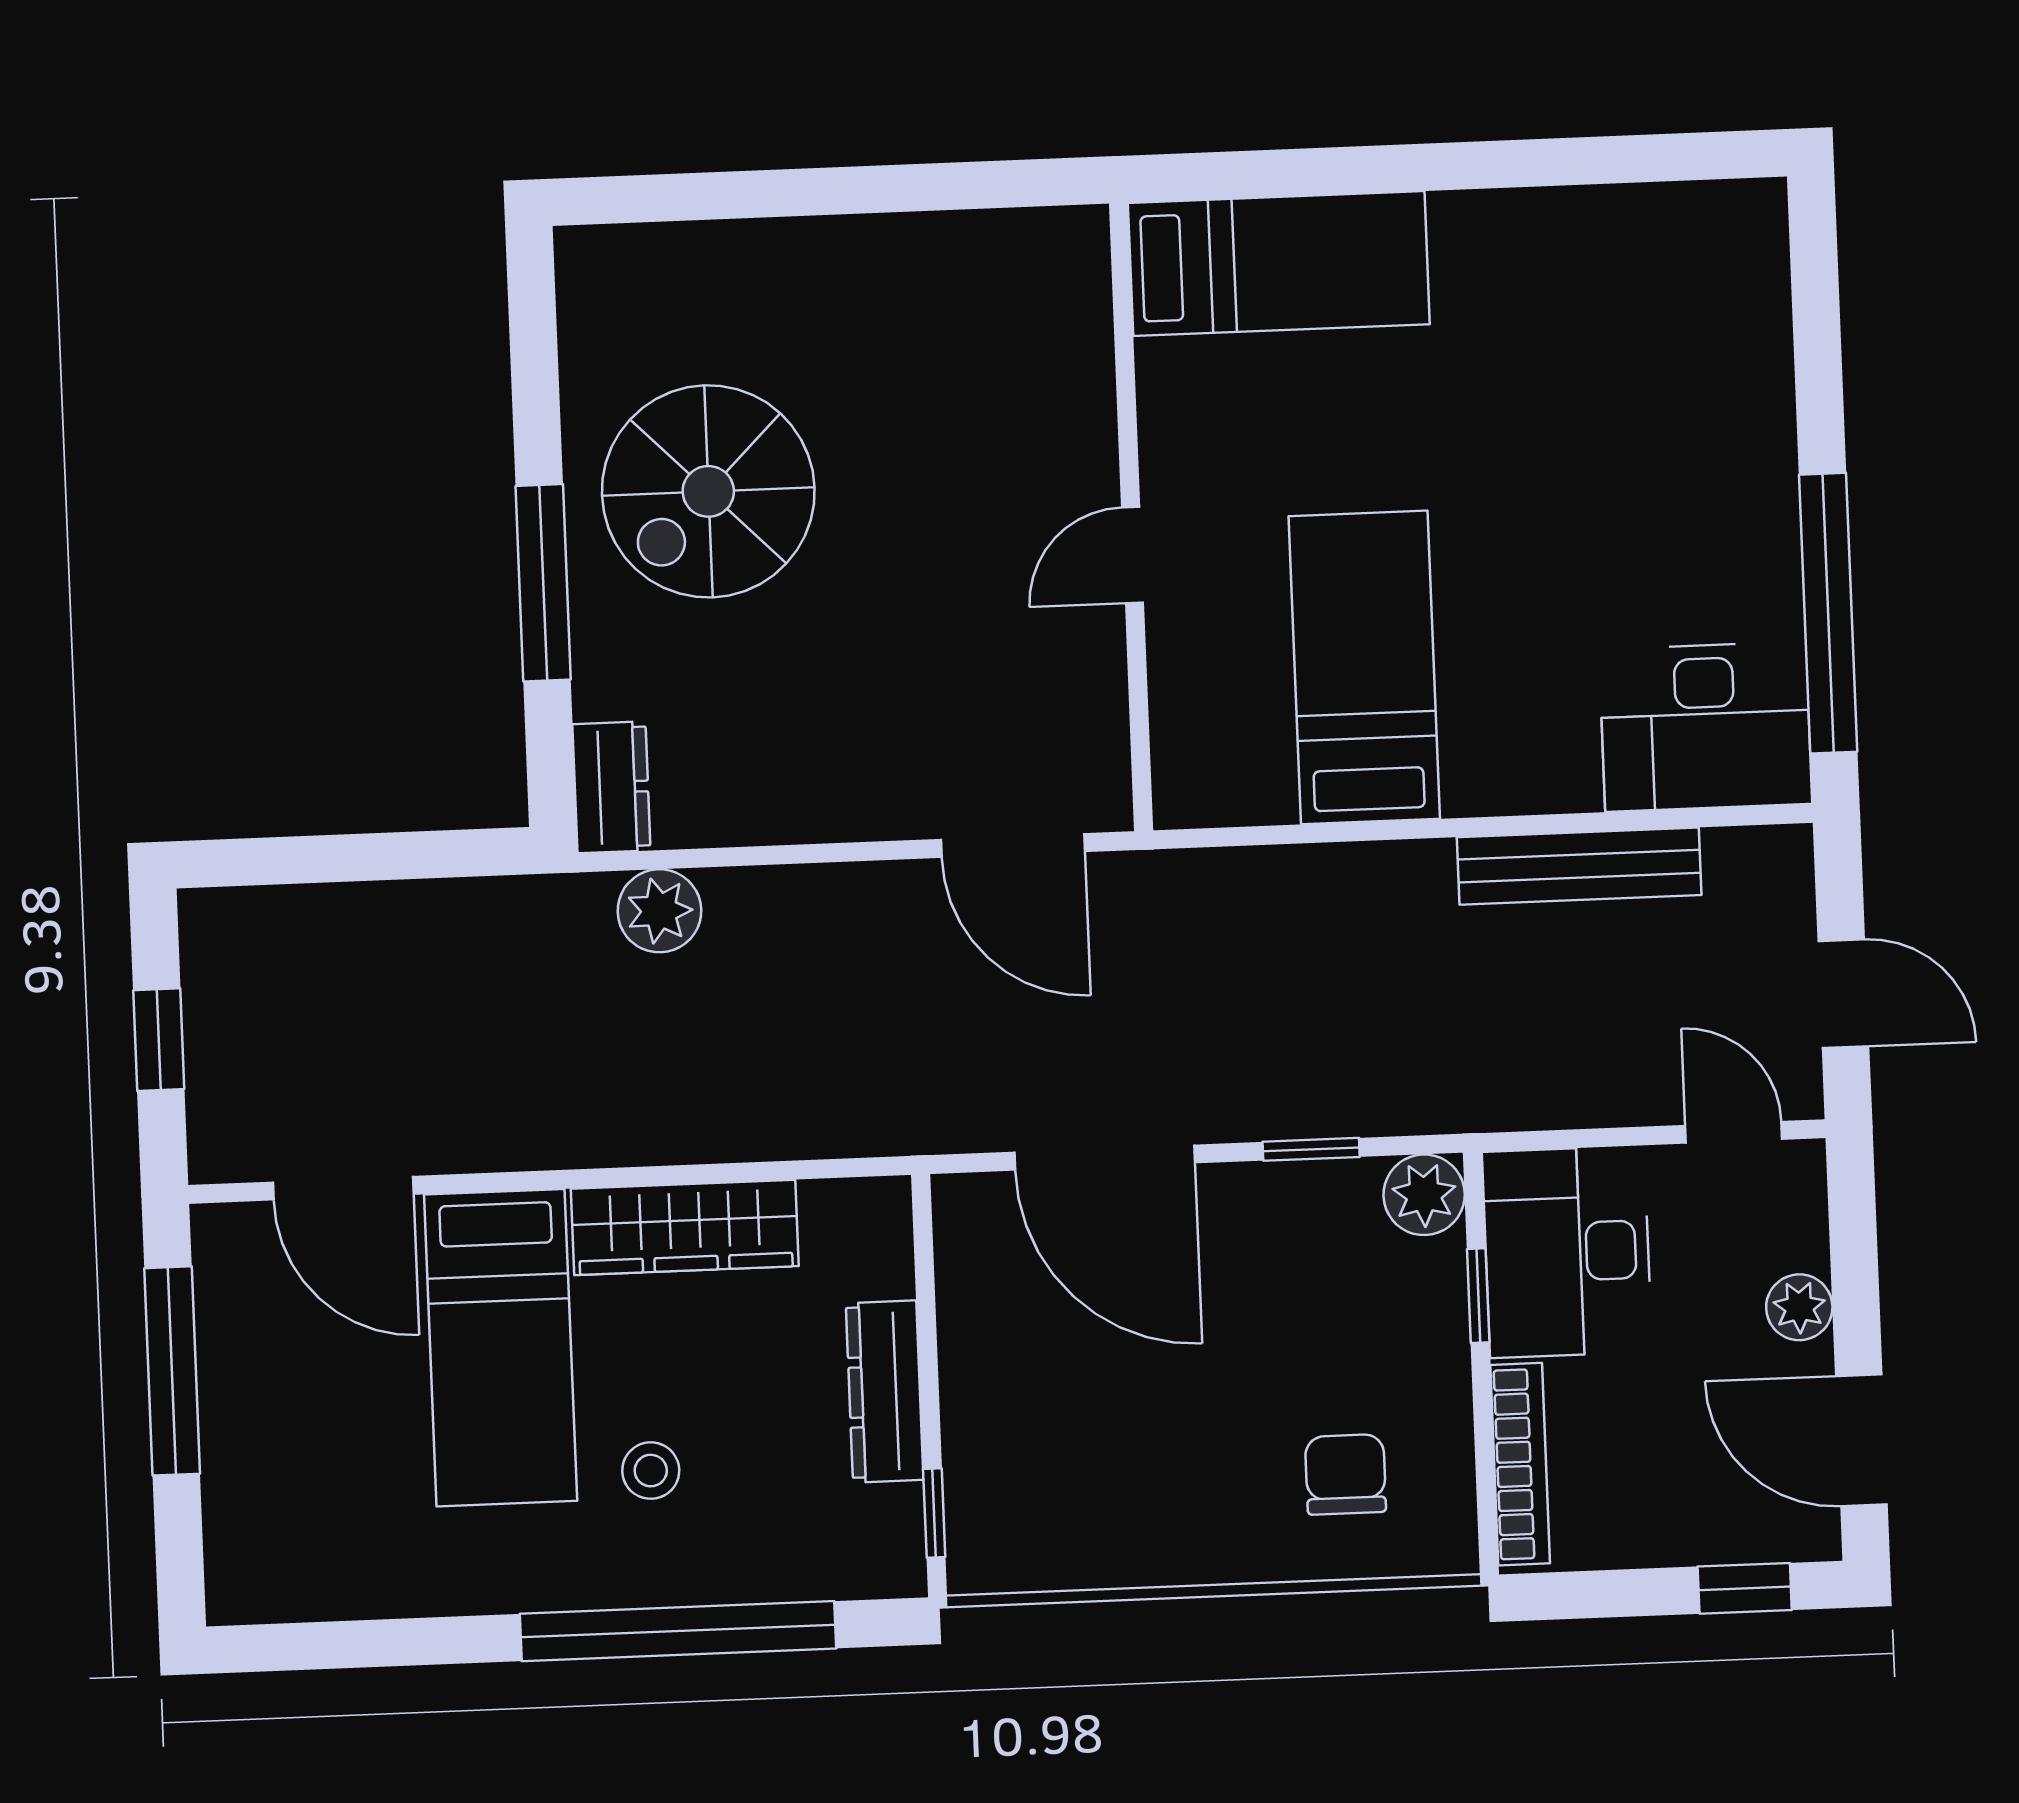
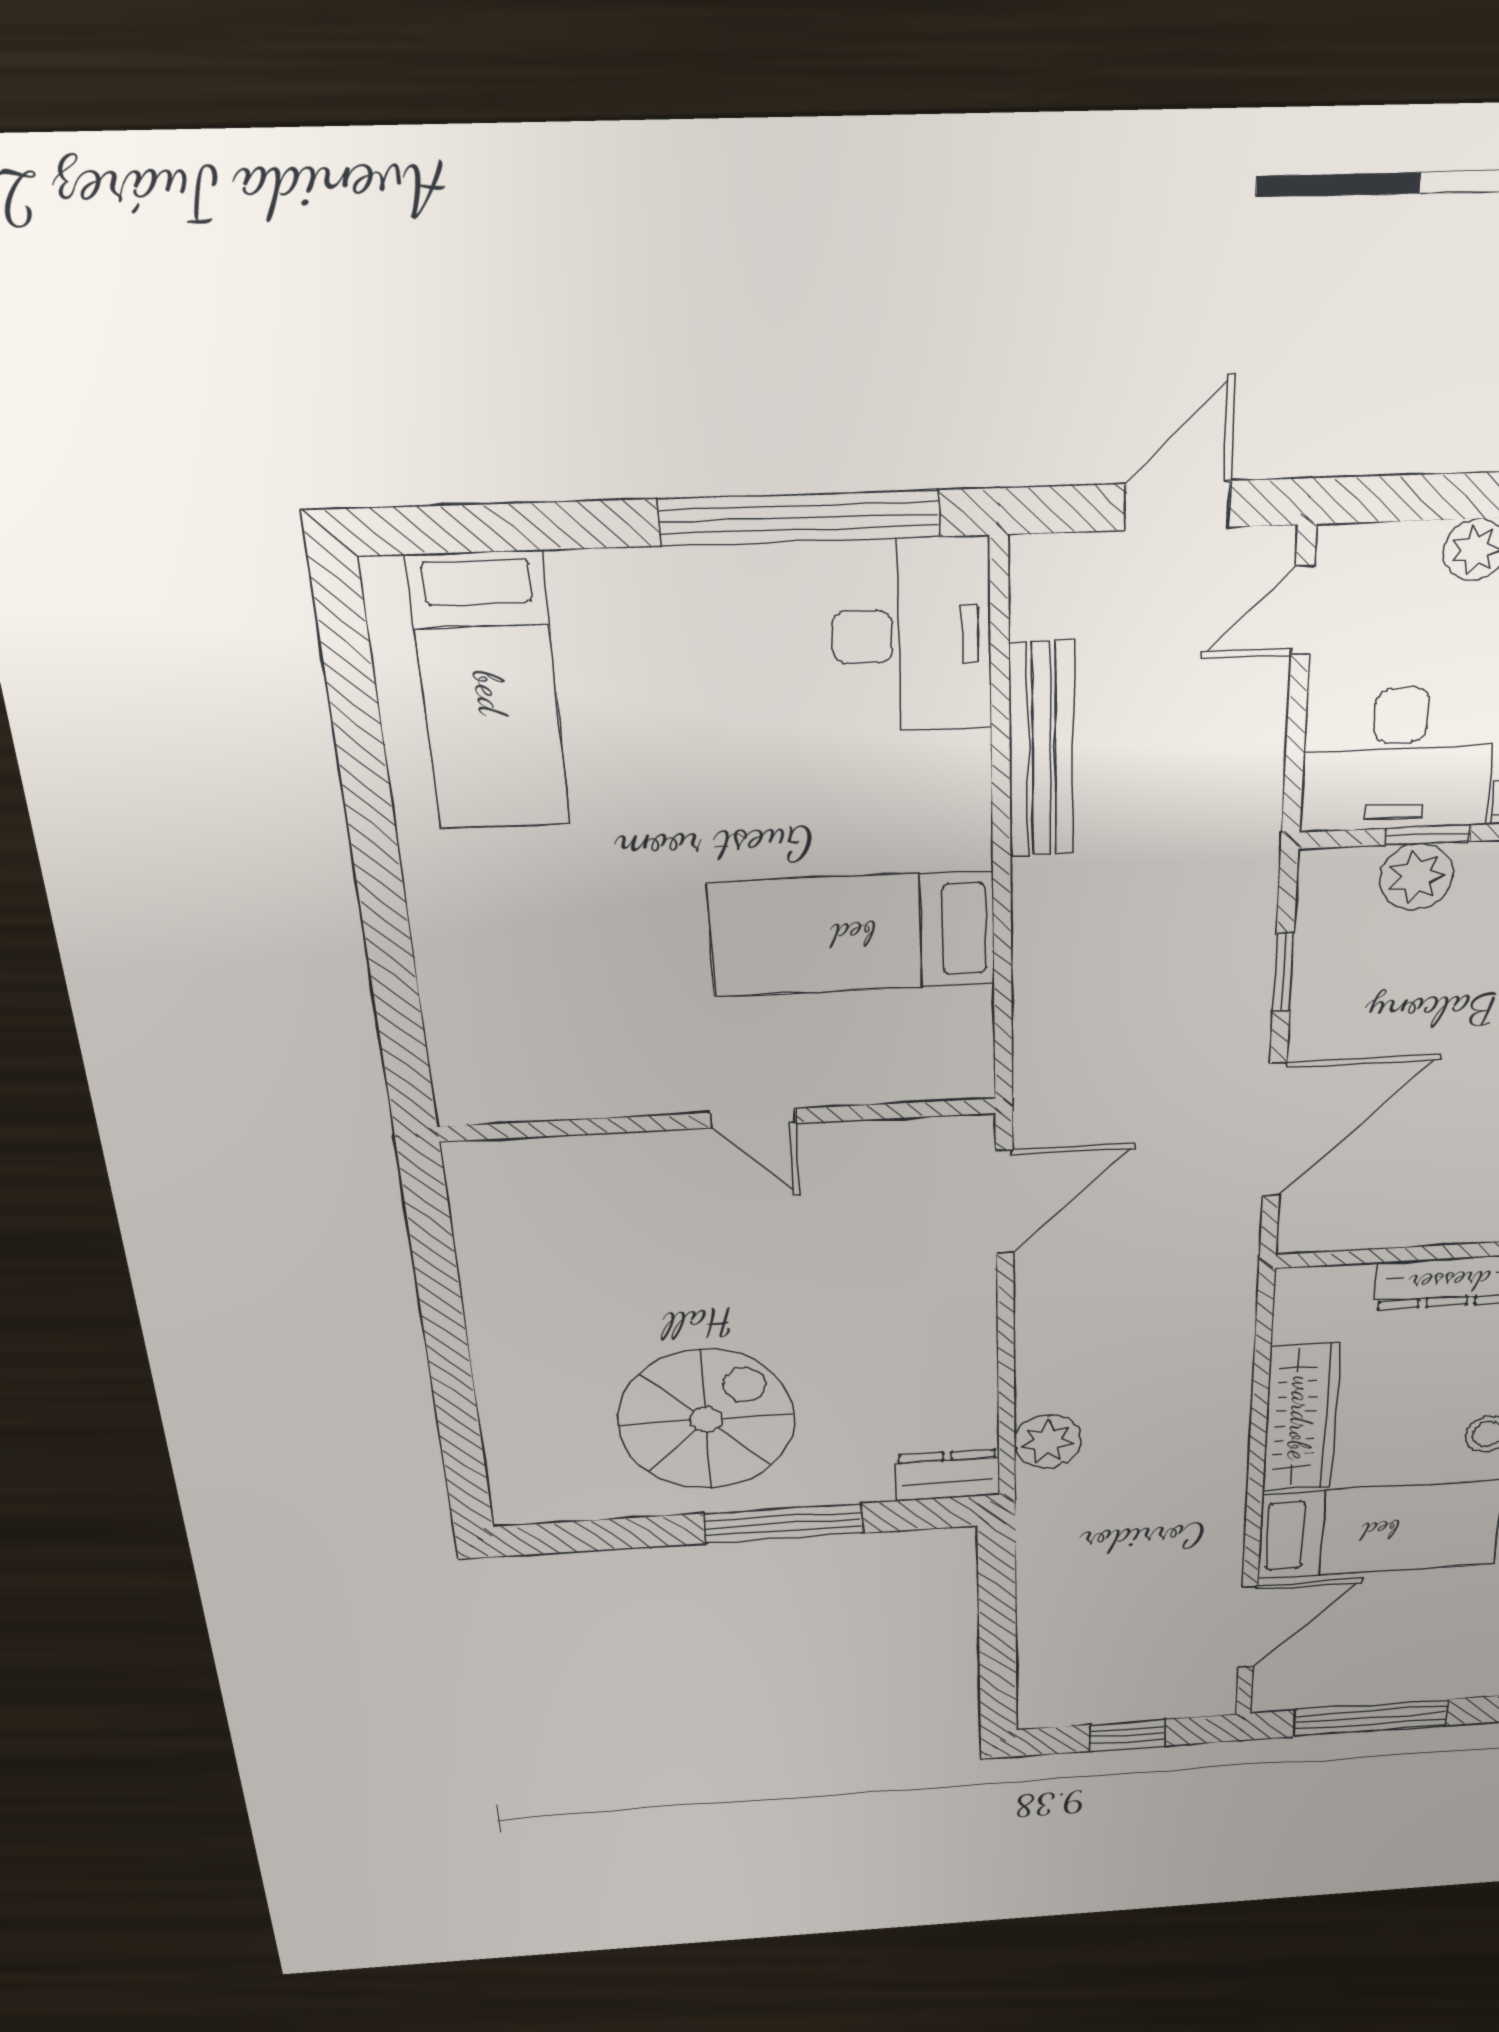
bed: (1279, 264) -> (490, 693), moved, turned 180
spiral stairs: (708, 491) -> (706, 1420), turned -90
plant: (1424, 1195) -> (1416, 877), moved

